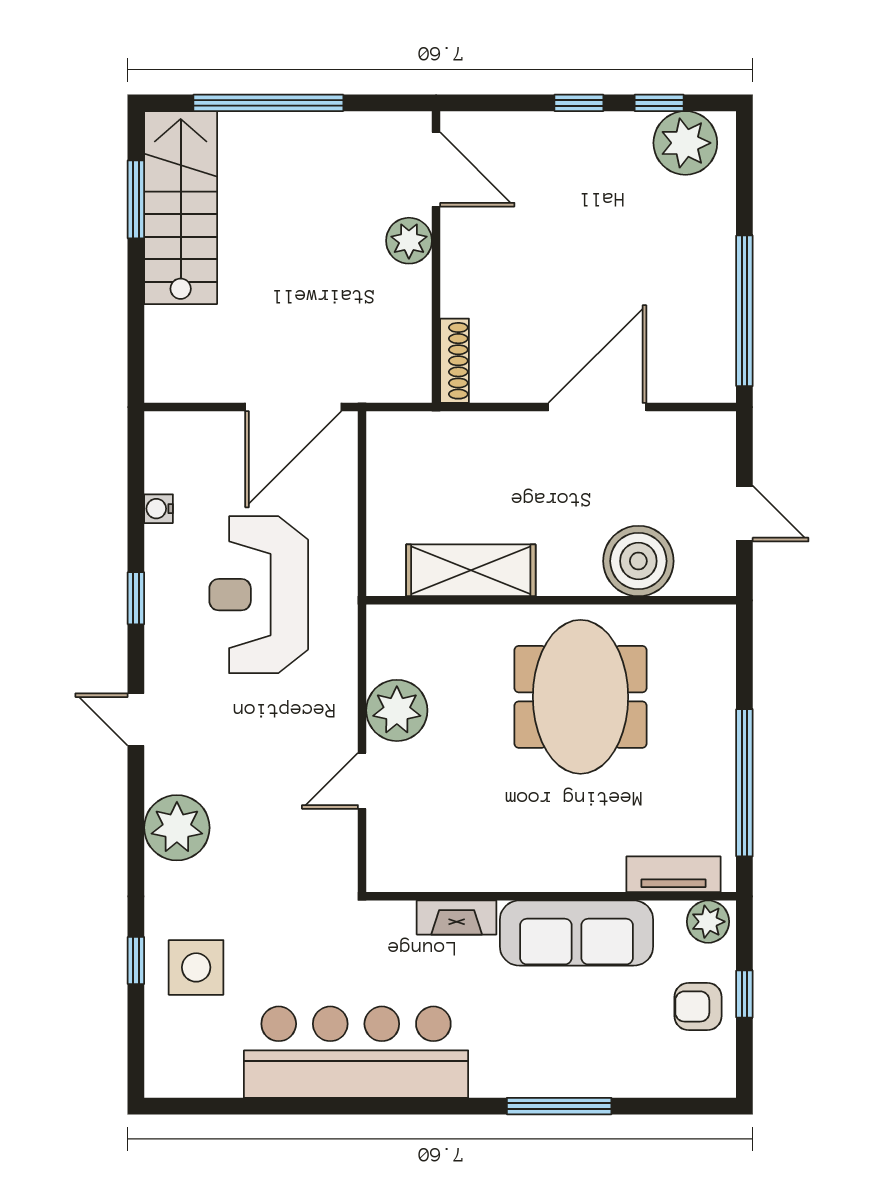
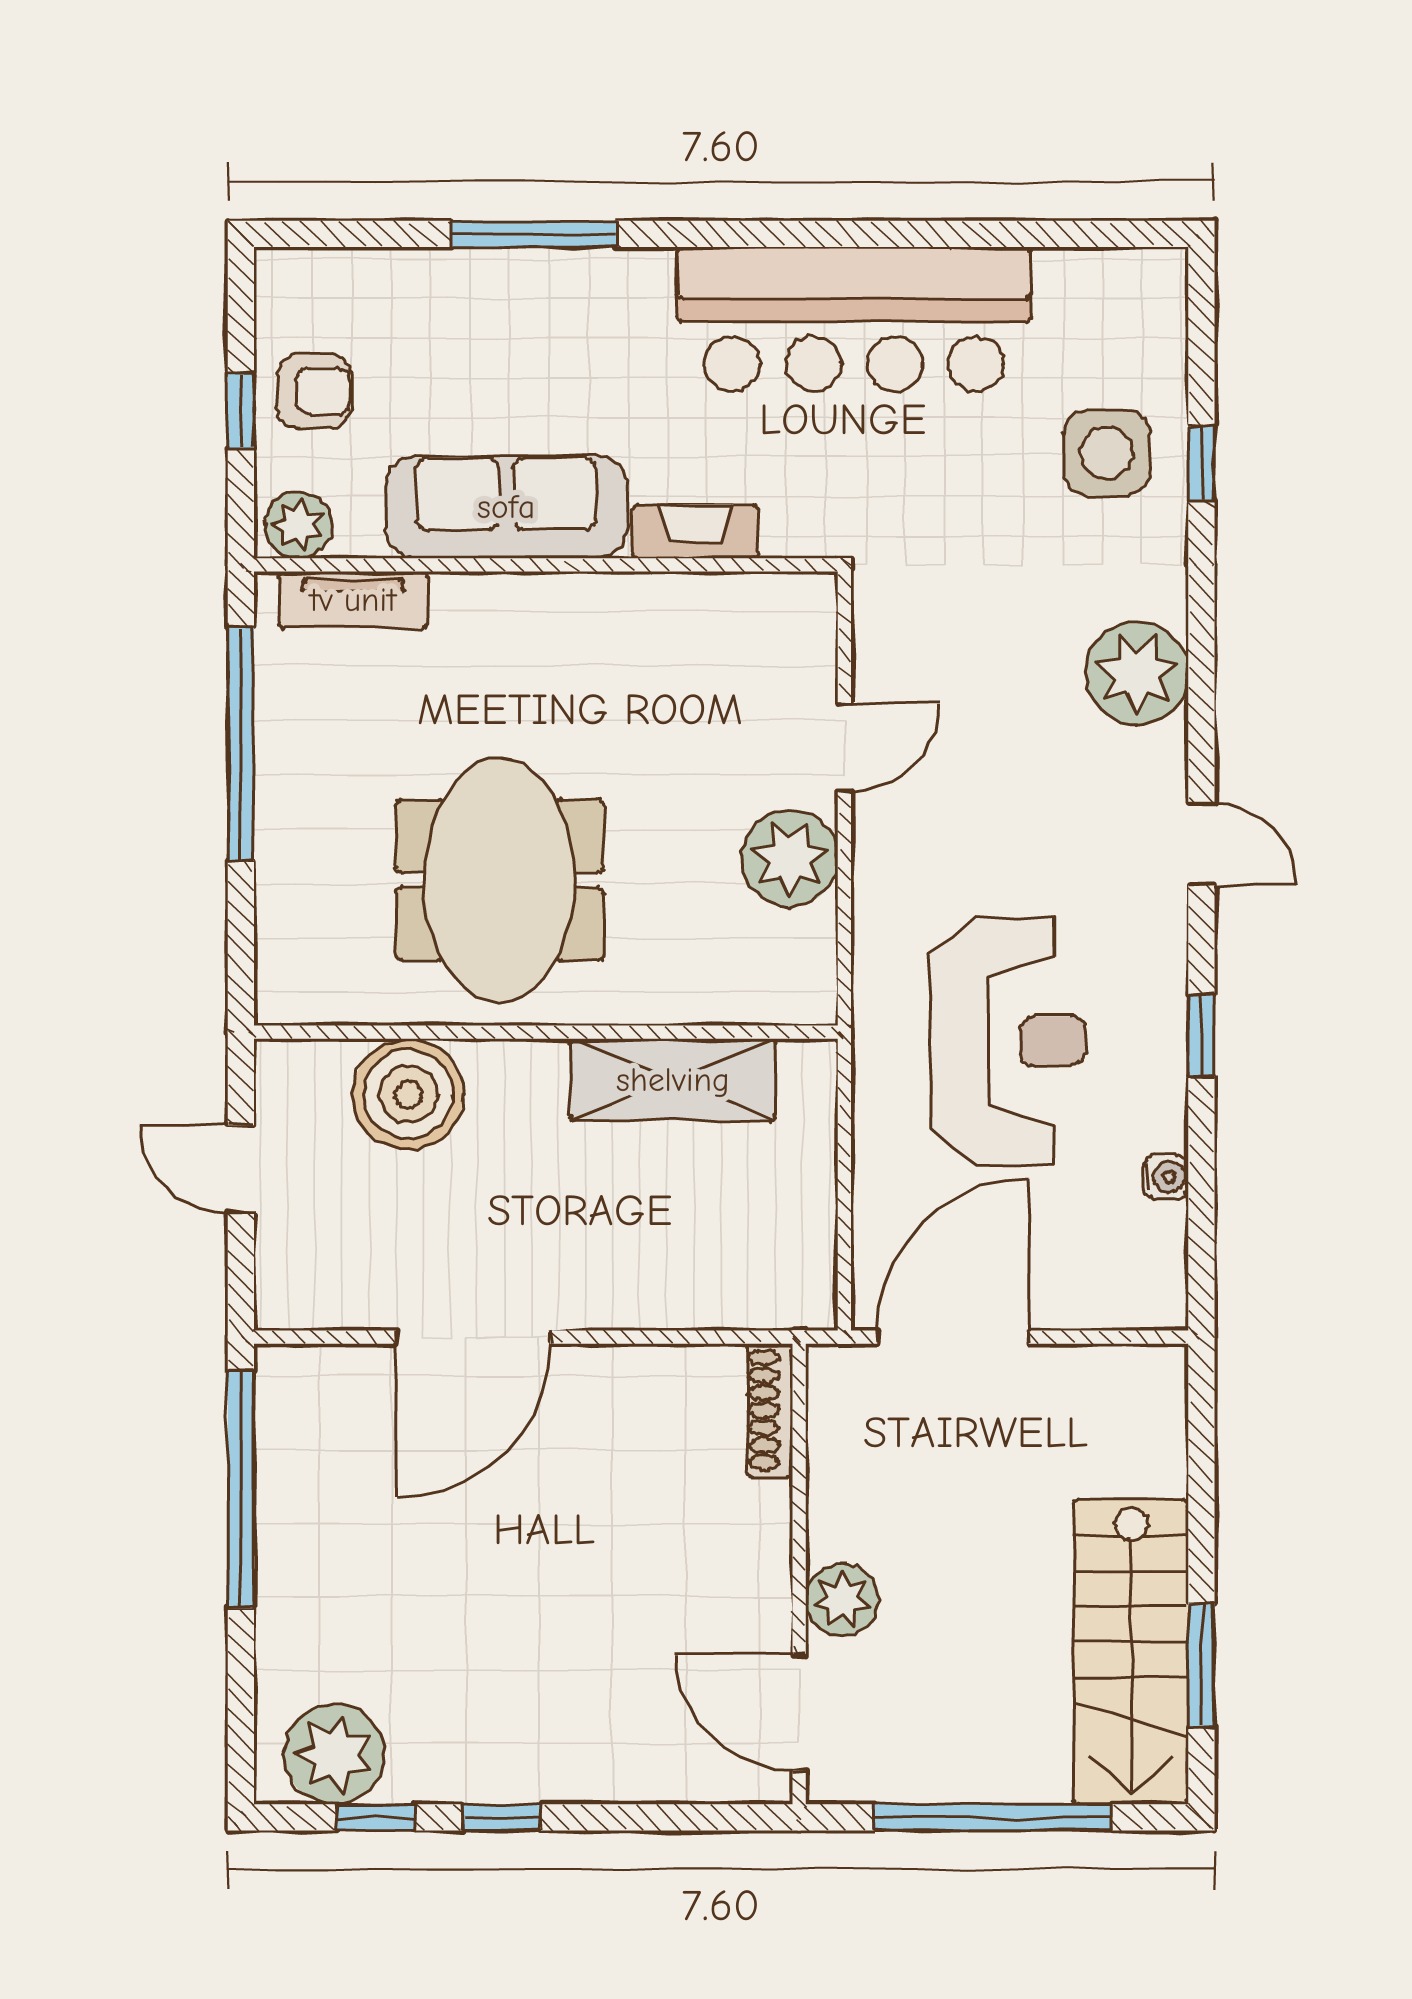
door: (436, 169) -> (799, 1712), moved
plant: (409, 241) -> (842, 1600), moved
wall: (436, 257) -> (799, 1574), moved
shoe rack: (455, 361) -> (770, 1410), moved

